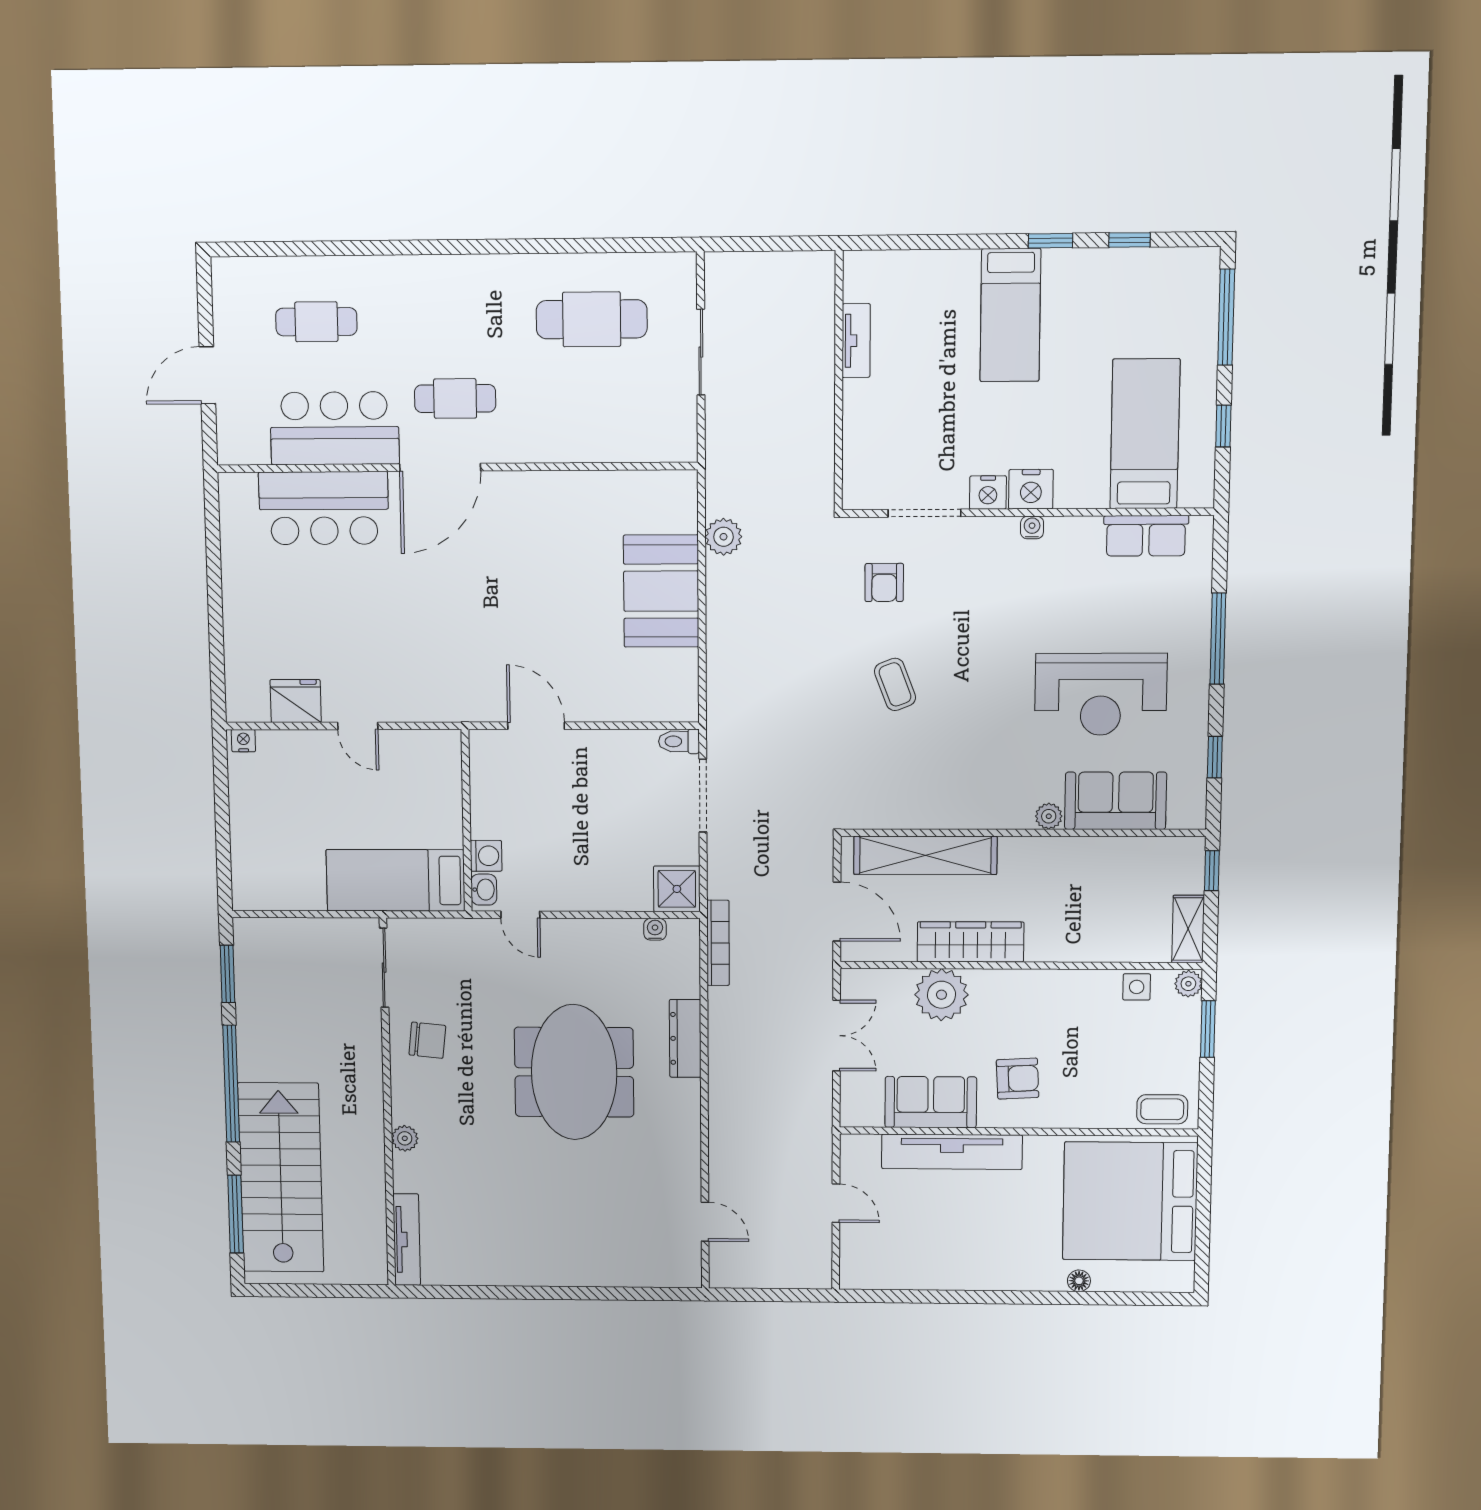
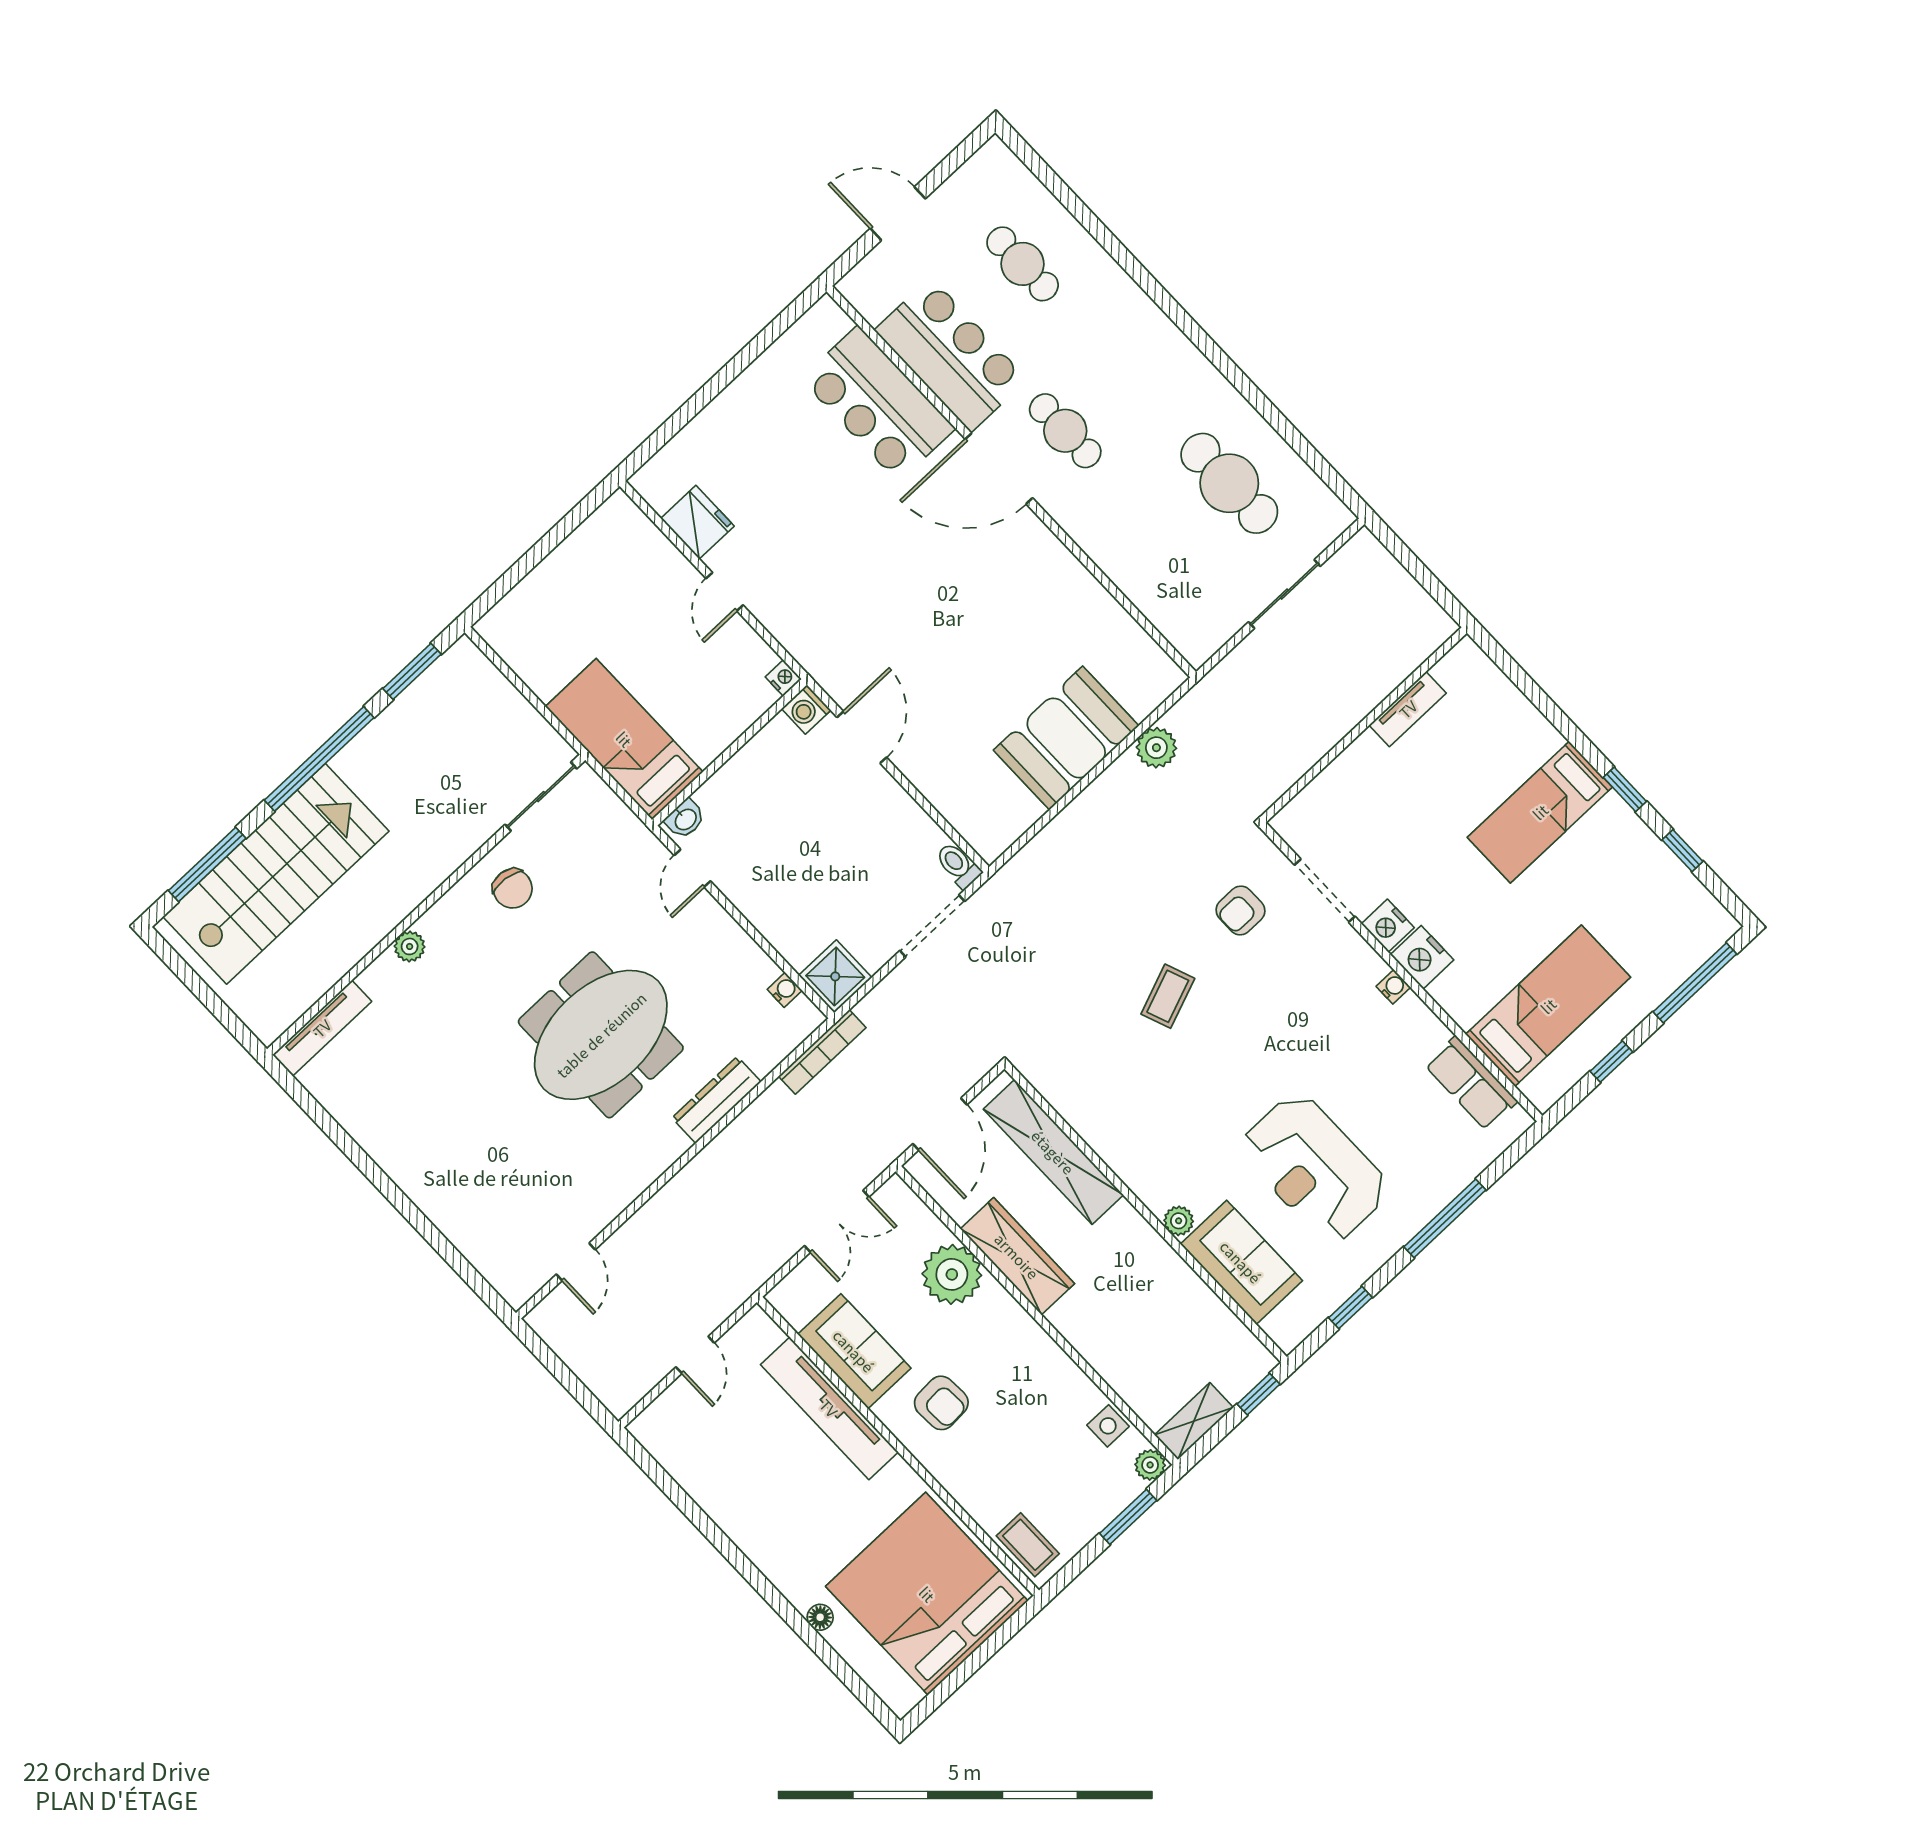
nightstand: (243, 741) -> (783, 678), moved
washing machine: (486, 856) -> (806, 709), moved, turned 90

